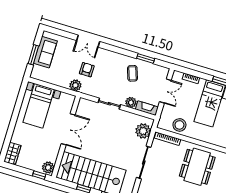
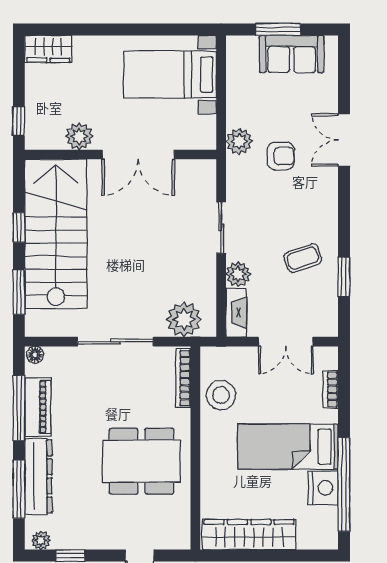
plant: (48, 167) -> (79, 136), moved

